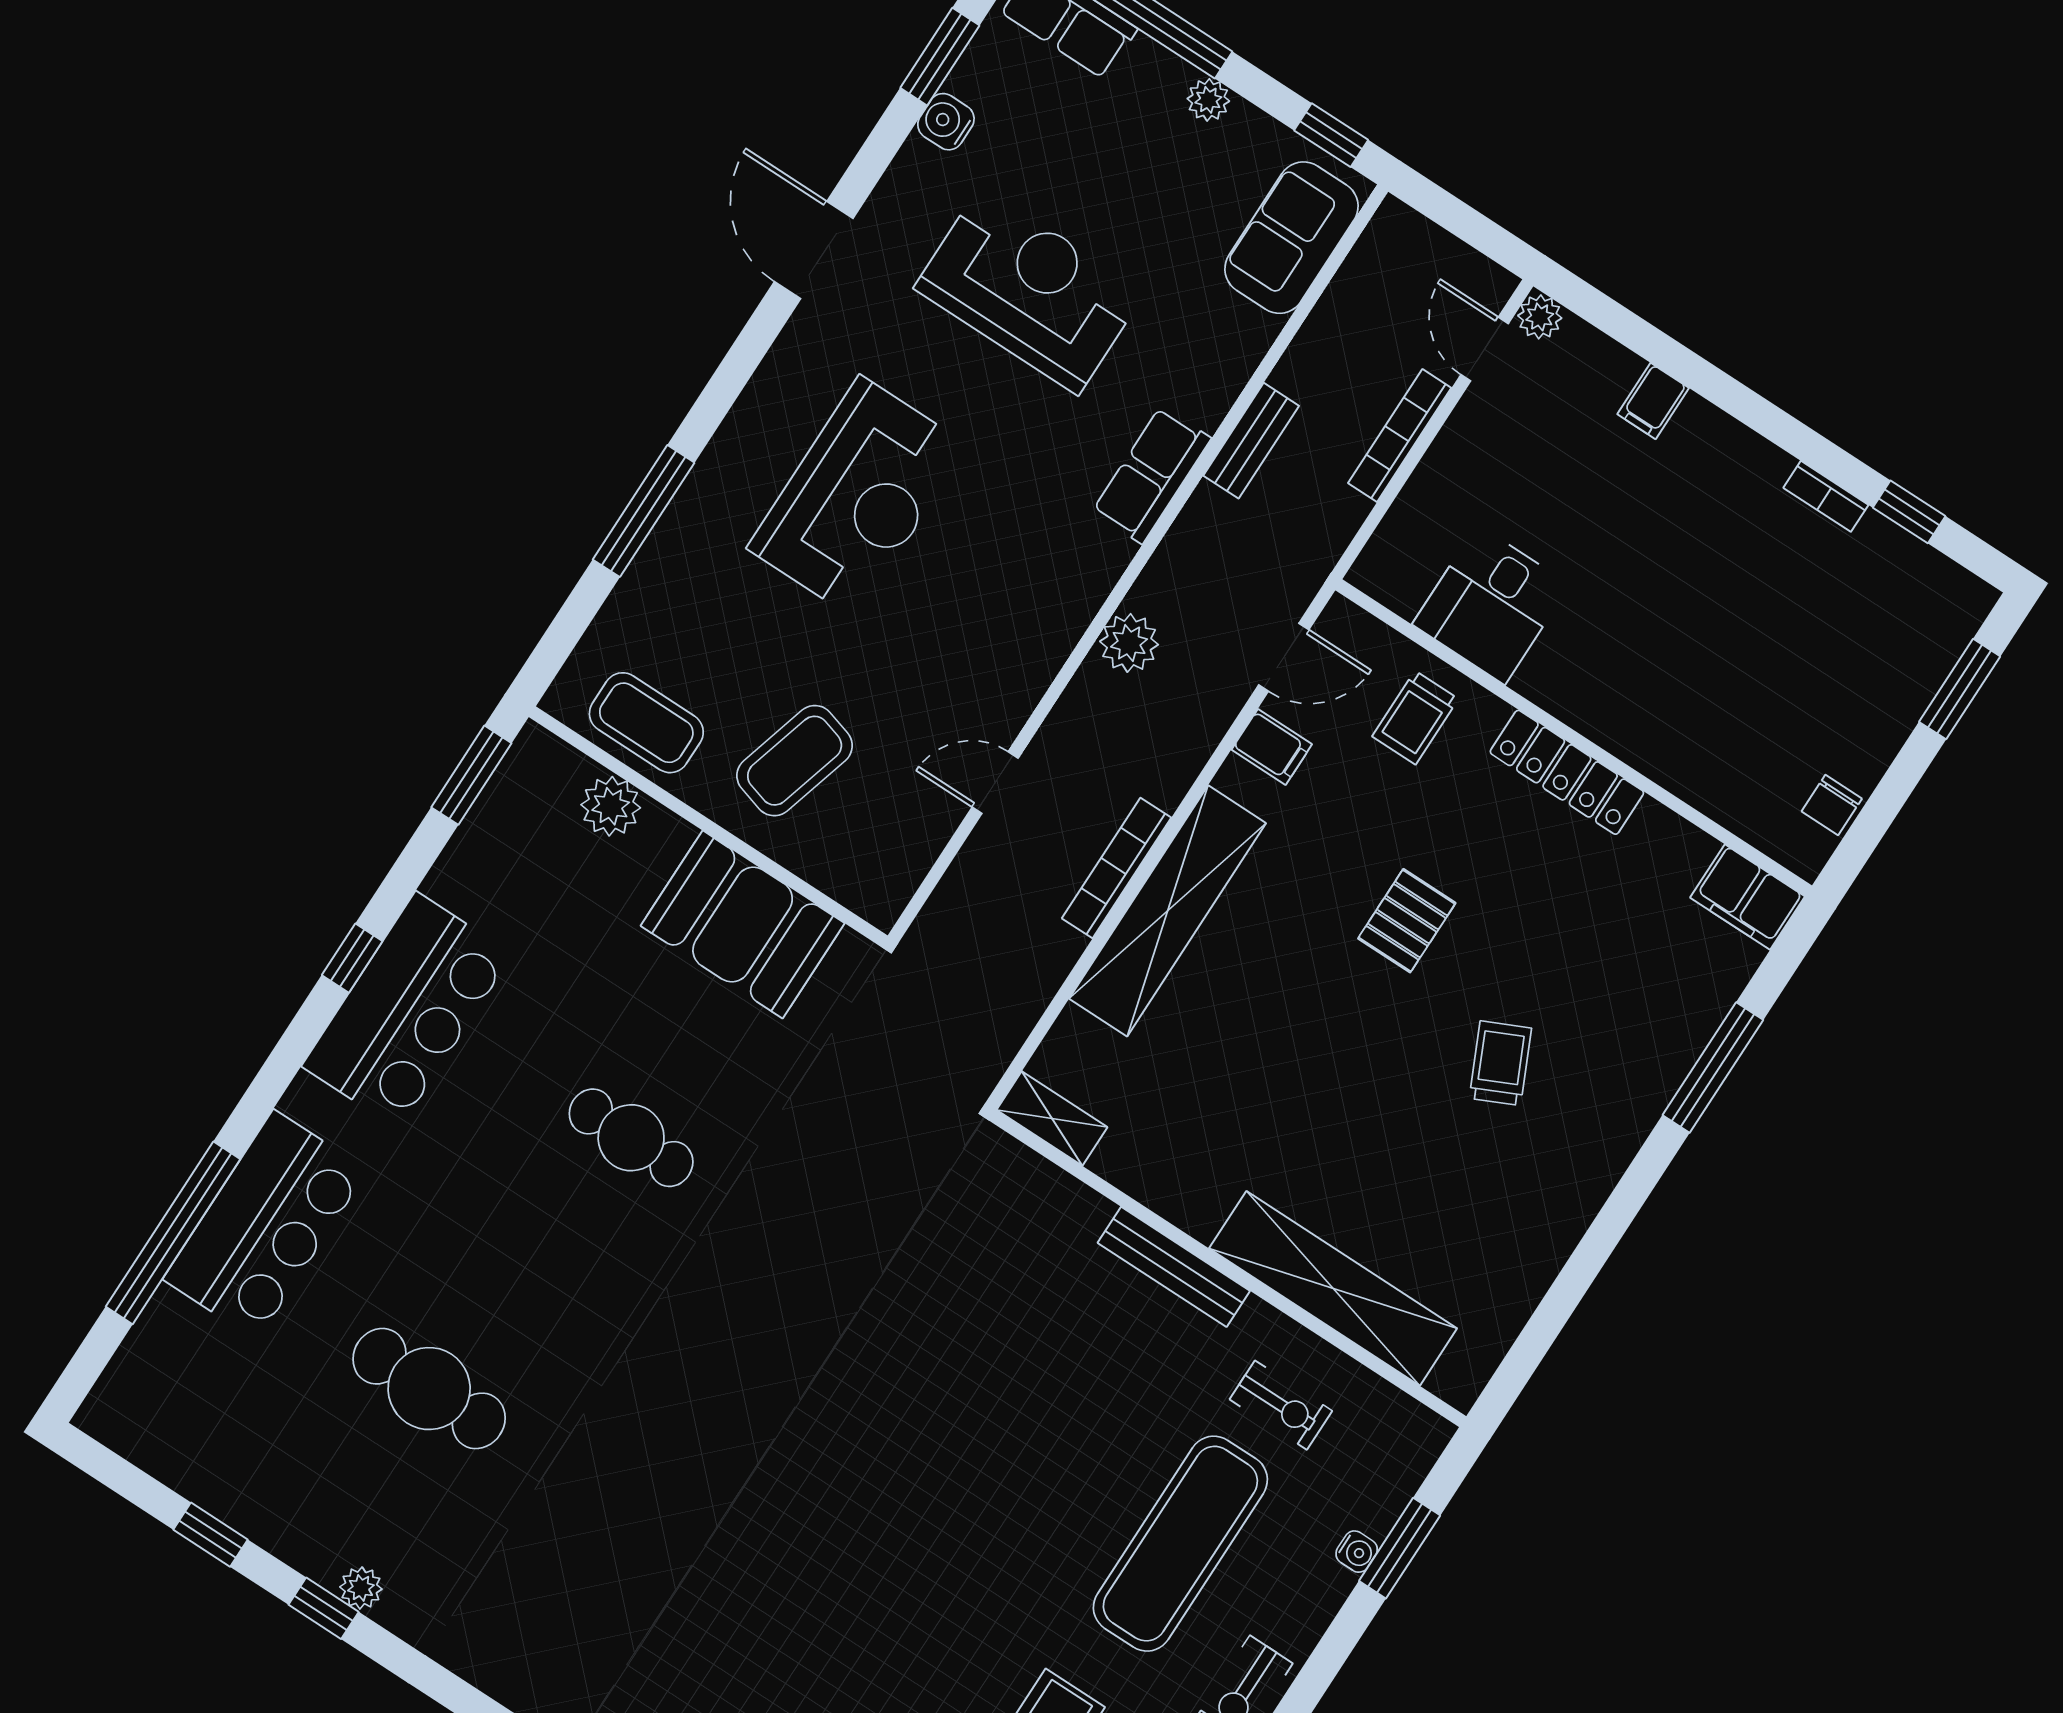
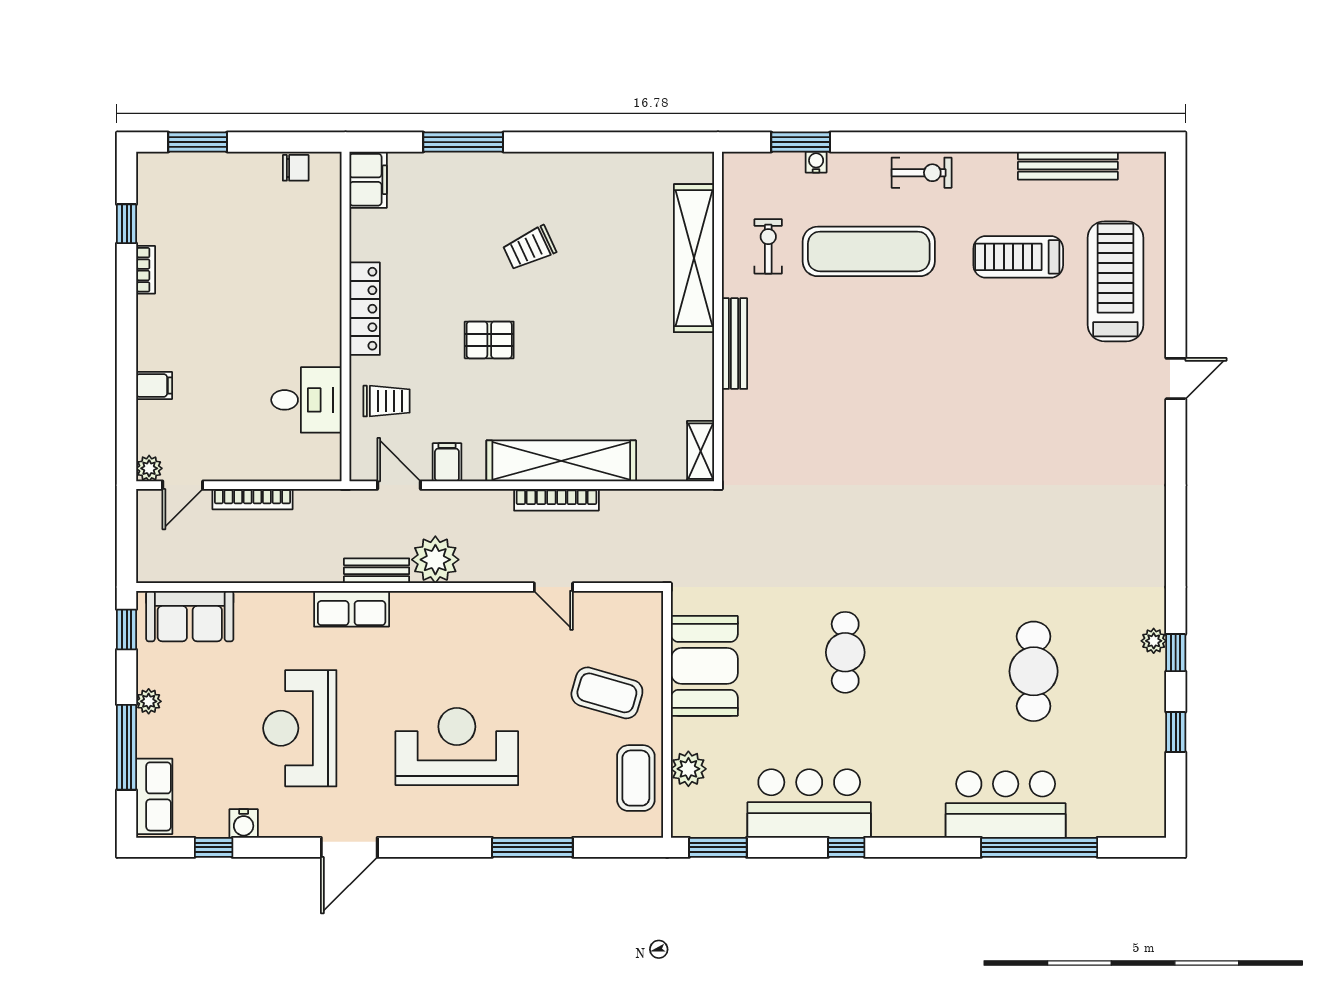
window: (940, 57) -> (214, 847), width x0.67
bench: (1251, 441) -> (377, 571), moved
plant: (1129, 643) -> (435, 560), width x1.36, depth x1.36
bar counter: (407, 1010) -> (809, 804), moved

